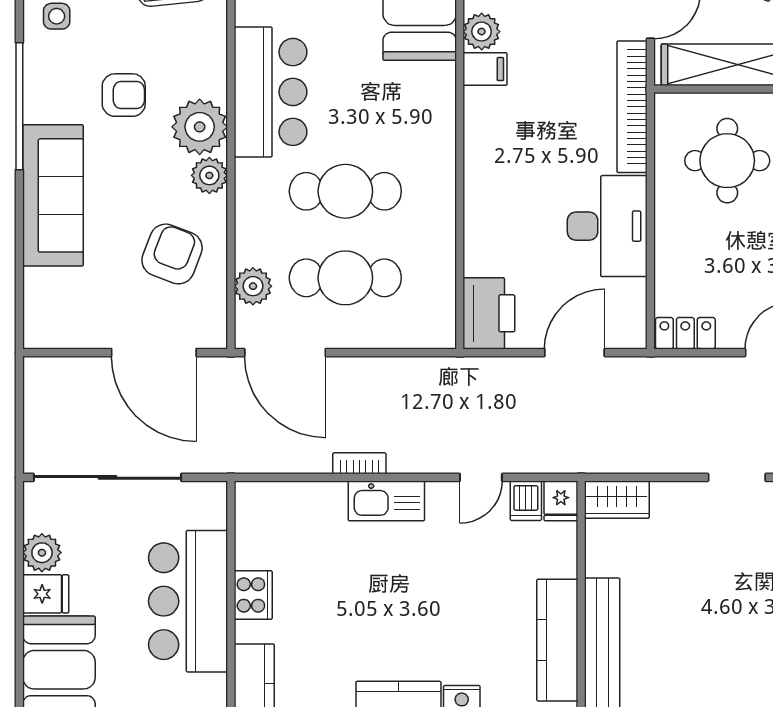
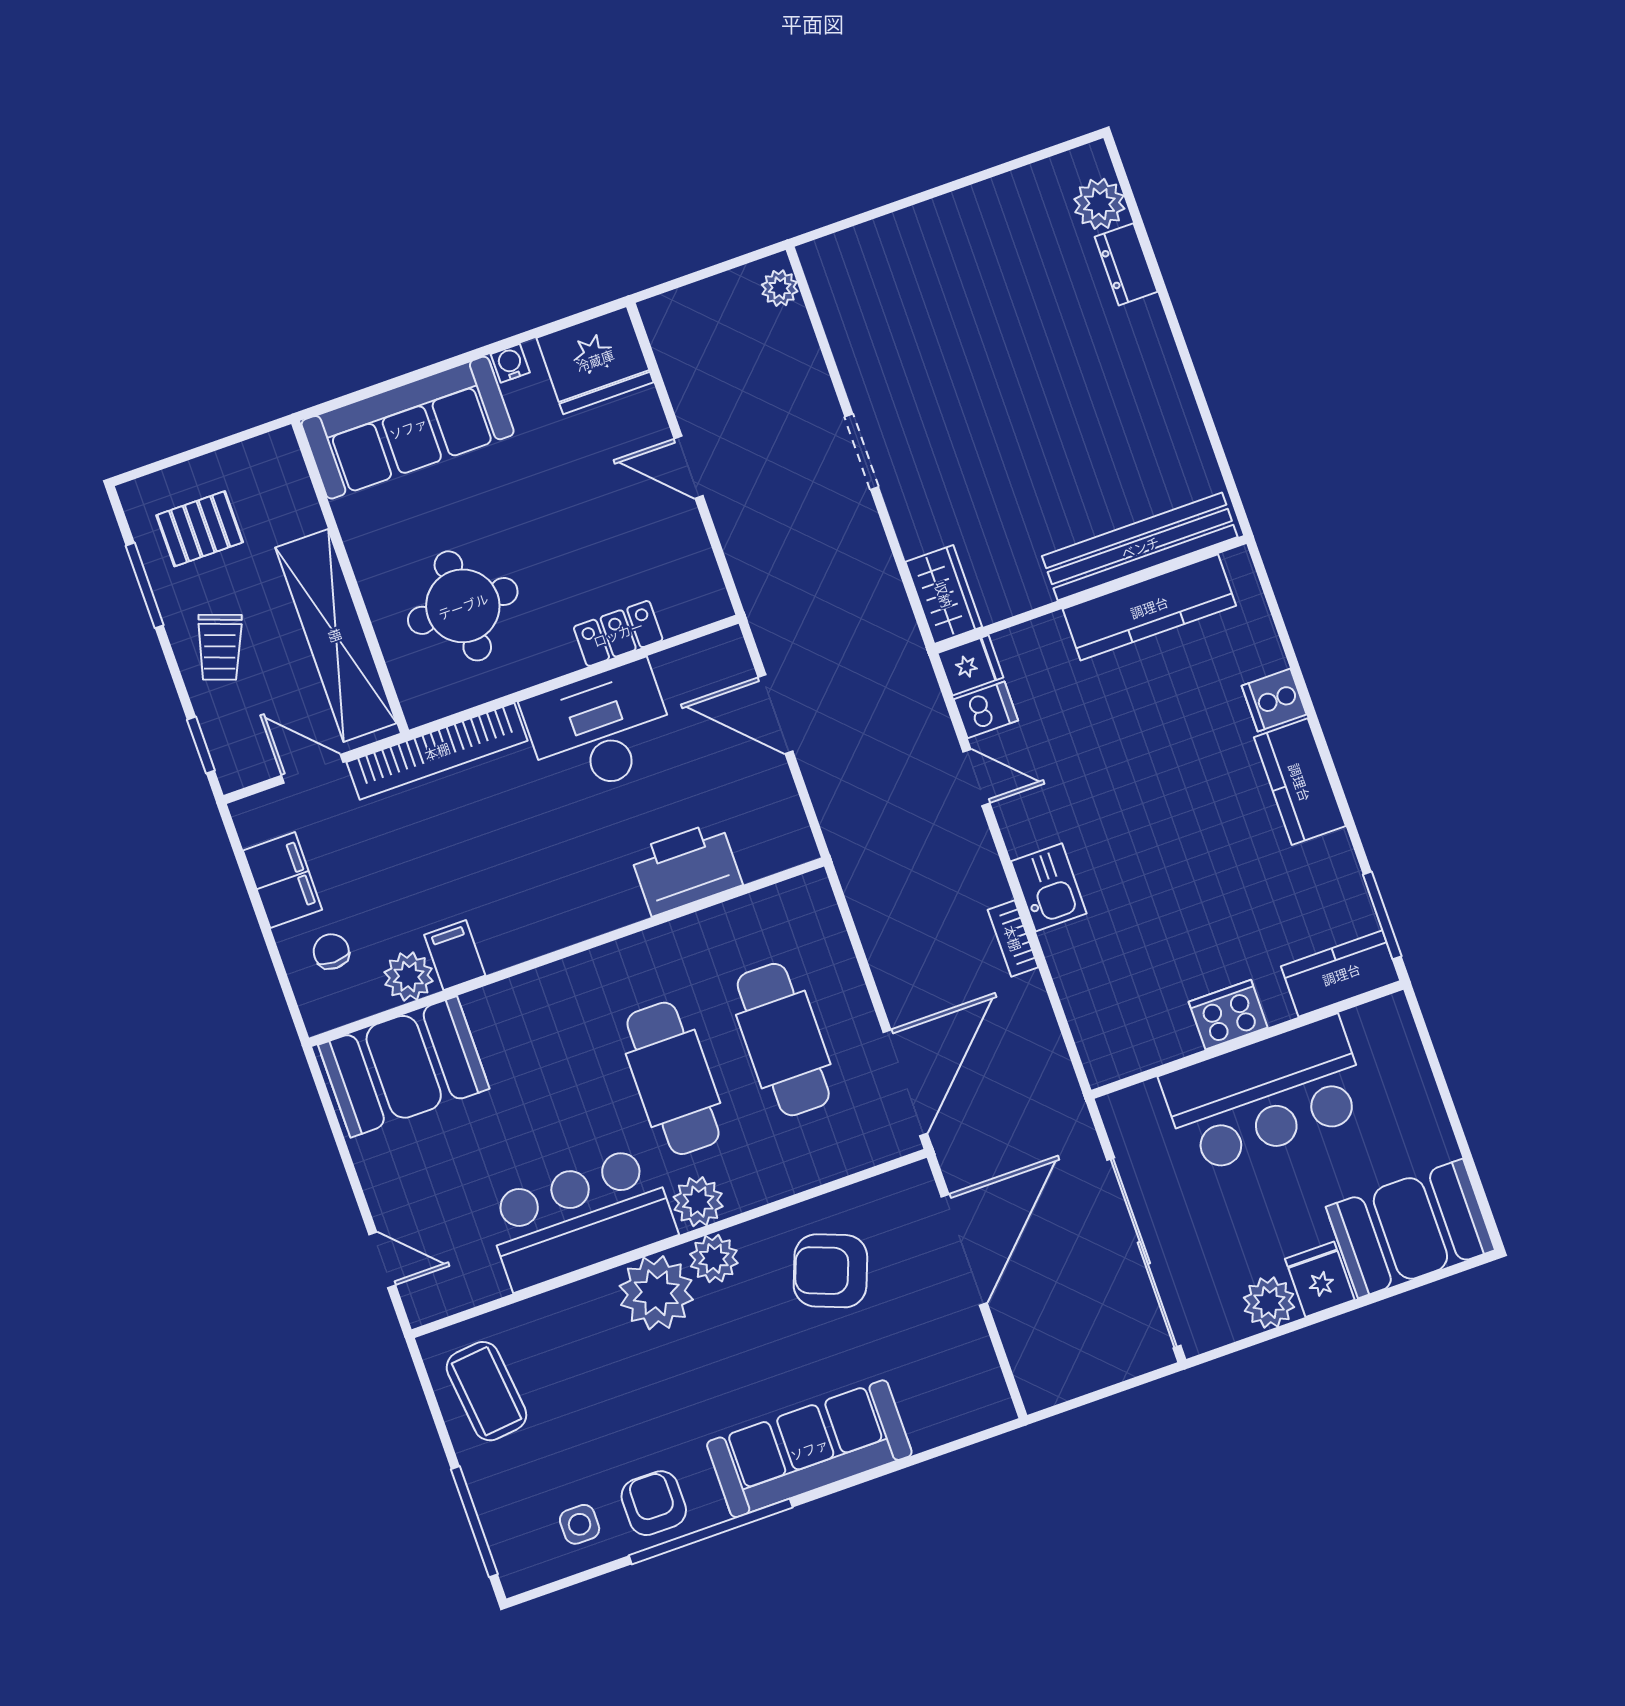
armchair: (124, 95) -> (654, 1503), moved
plant: (253, 286) -> (698, 1202), moved
printer: (489, 313) -> (686, 868), moved
locker: (685, 333) -> (618, 633), moved, turned 90
kitchen sink: (386, 501) -> (1049, 887), width x0.73

